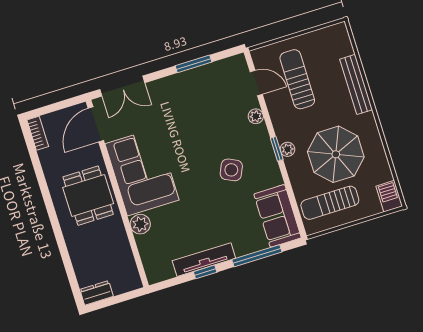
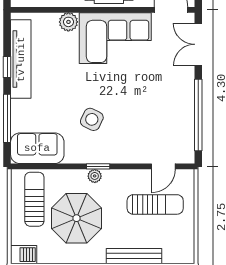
window: (193, 64) -> (198, 115), width x2.11
plant: (256, 116) -> (133, 157), removed
tv unit: (204, 260) -> (21, 59), width x1.36, depth x1.29

